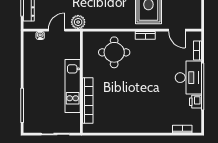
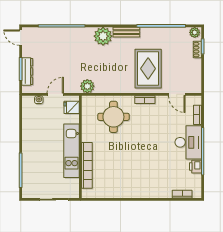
plant: (78, 22) -> (87, 86), moved
fridge: (73, 43) -> (72, 107), added

